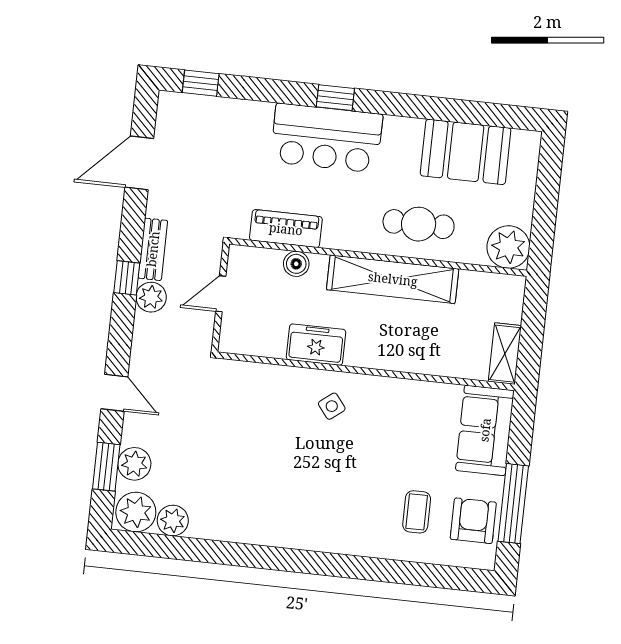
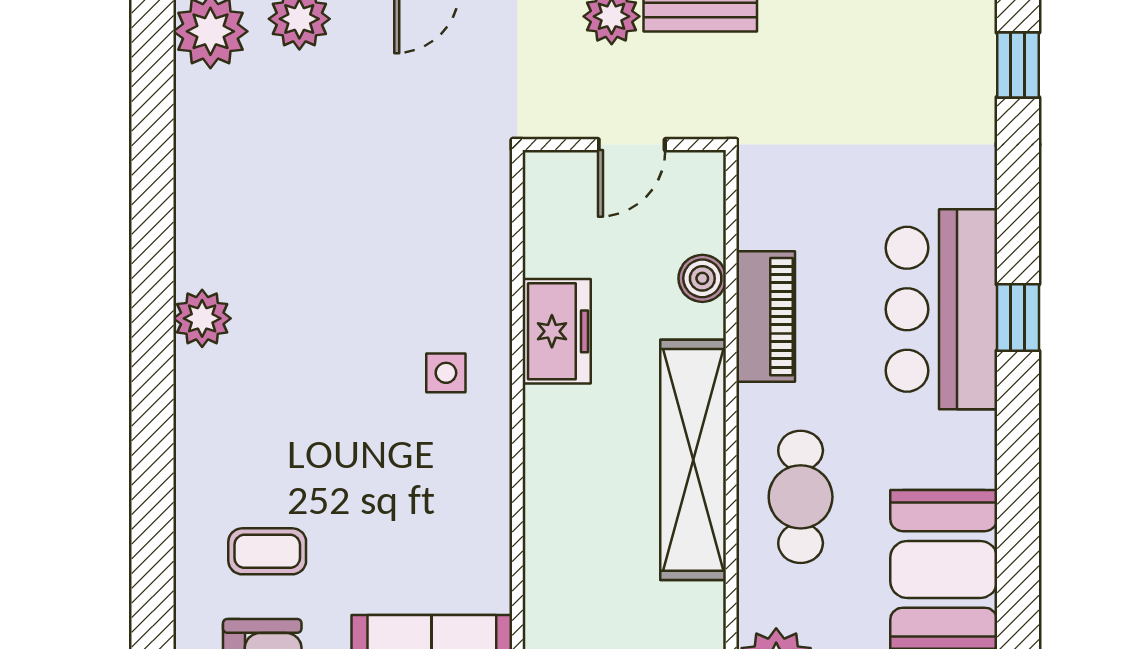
piano: (286, 229) -> (766, 317), moved
door: (221, 294) -> (632, 145), swing flipped
side table: (332, 406) -> (446, 373), turned 38
plant: (173, 521) -> (202, 318), moved

